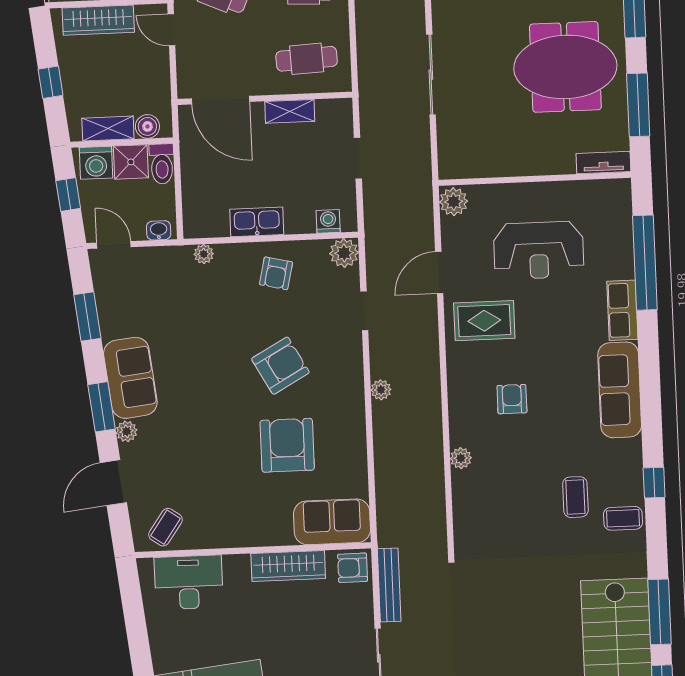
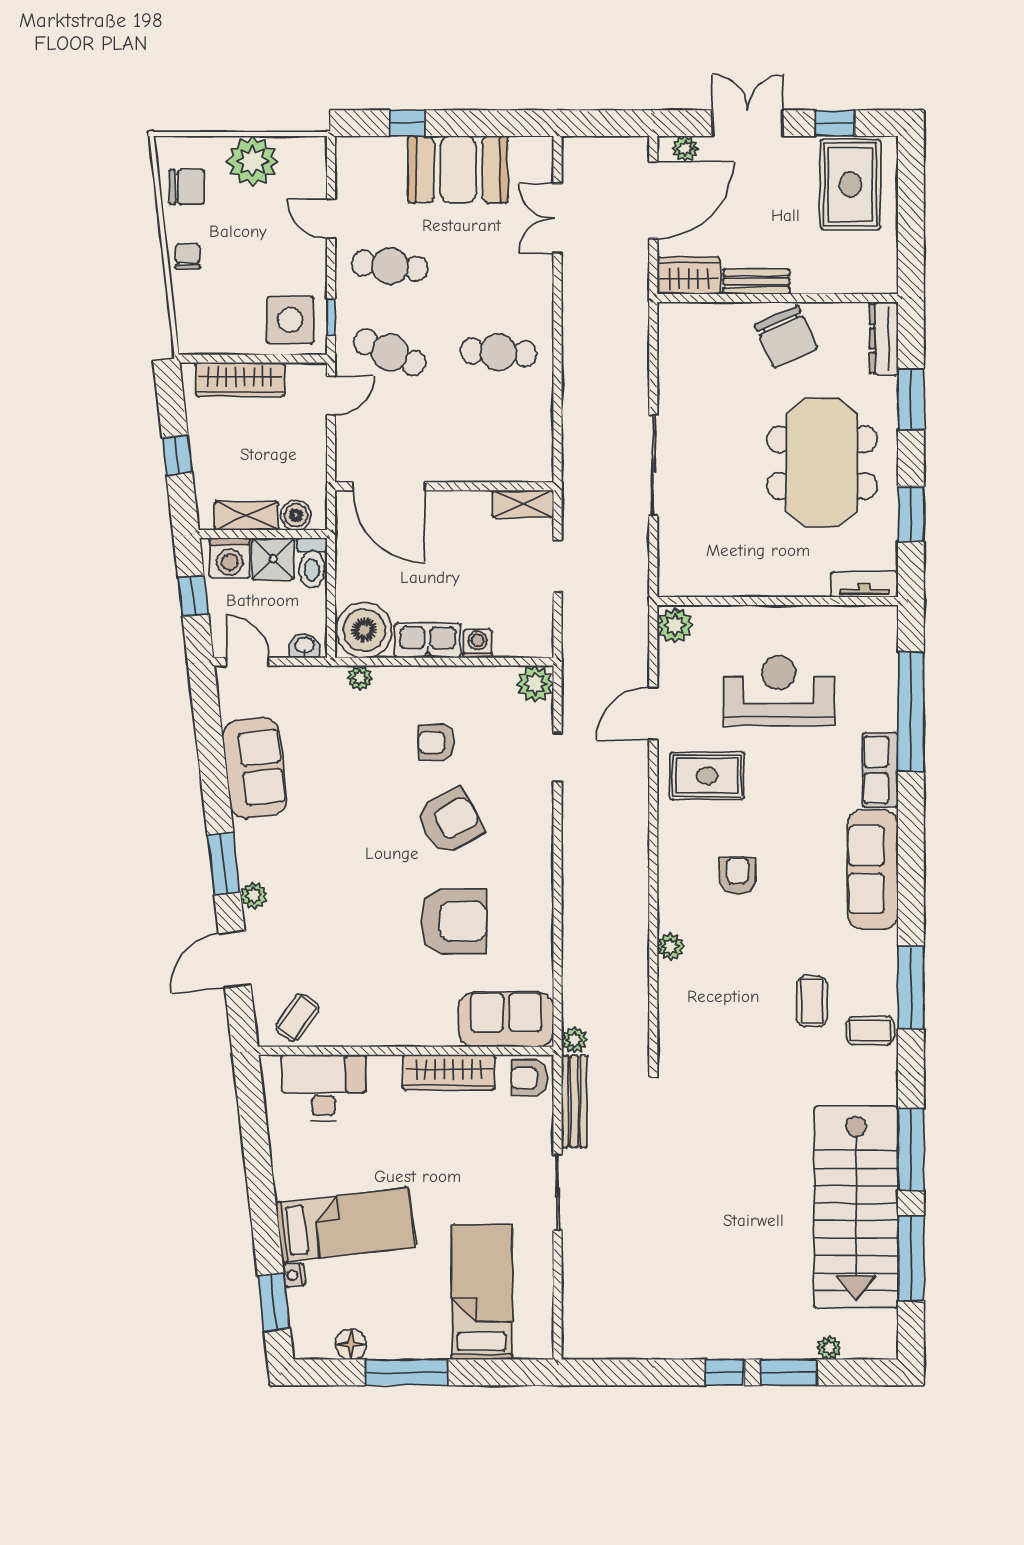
door: (171, 30) -> (331, 396), swing flipped
cafe table: (307, 59) -> (499, 439), removed
meeting table: (565, 67) -> (822, 463), turned 90
window: (638, 105) -> (911, 514), width x0.69
shelving: (290, 111) -> (523, 504), moved
boiler: (206, 216) -> (364, 630), added
washing machine: (328, 221) -> (478, 643), moved
reception desk: (539, 250) -> (779, 691), turned 180
armchair: (276, 273) -> (436, 743), moved, turned 77
window: (87, 317) -> (211, 750), removed
sofa: (130, 378) -> (254, 768), moved
plant: (381, 390) -> (574, 1040), moved
armchair: (287, 445) -> (454, 921), turned 90
window: (654, 483) -> (911, 987), width x2.17

